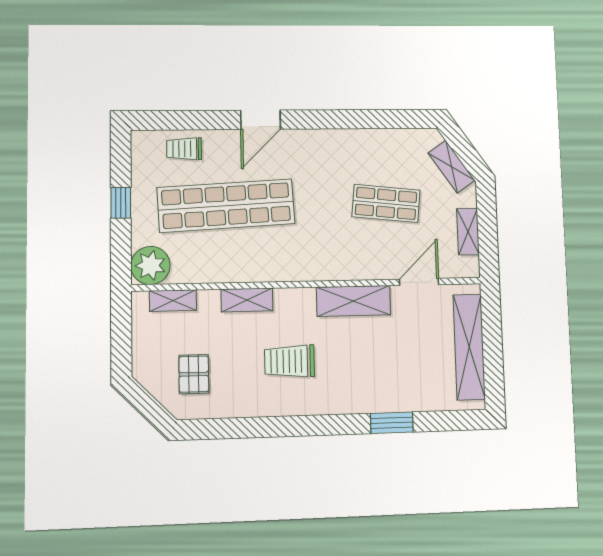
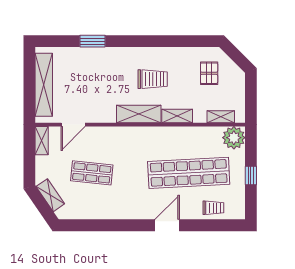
shelving: (468, 232) -> (42, 141), moved
shelving: (353, 301) -> (139, 114), moved

